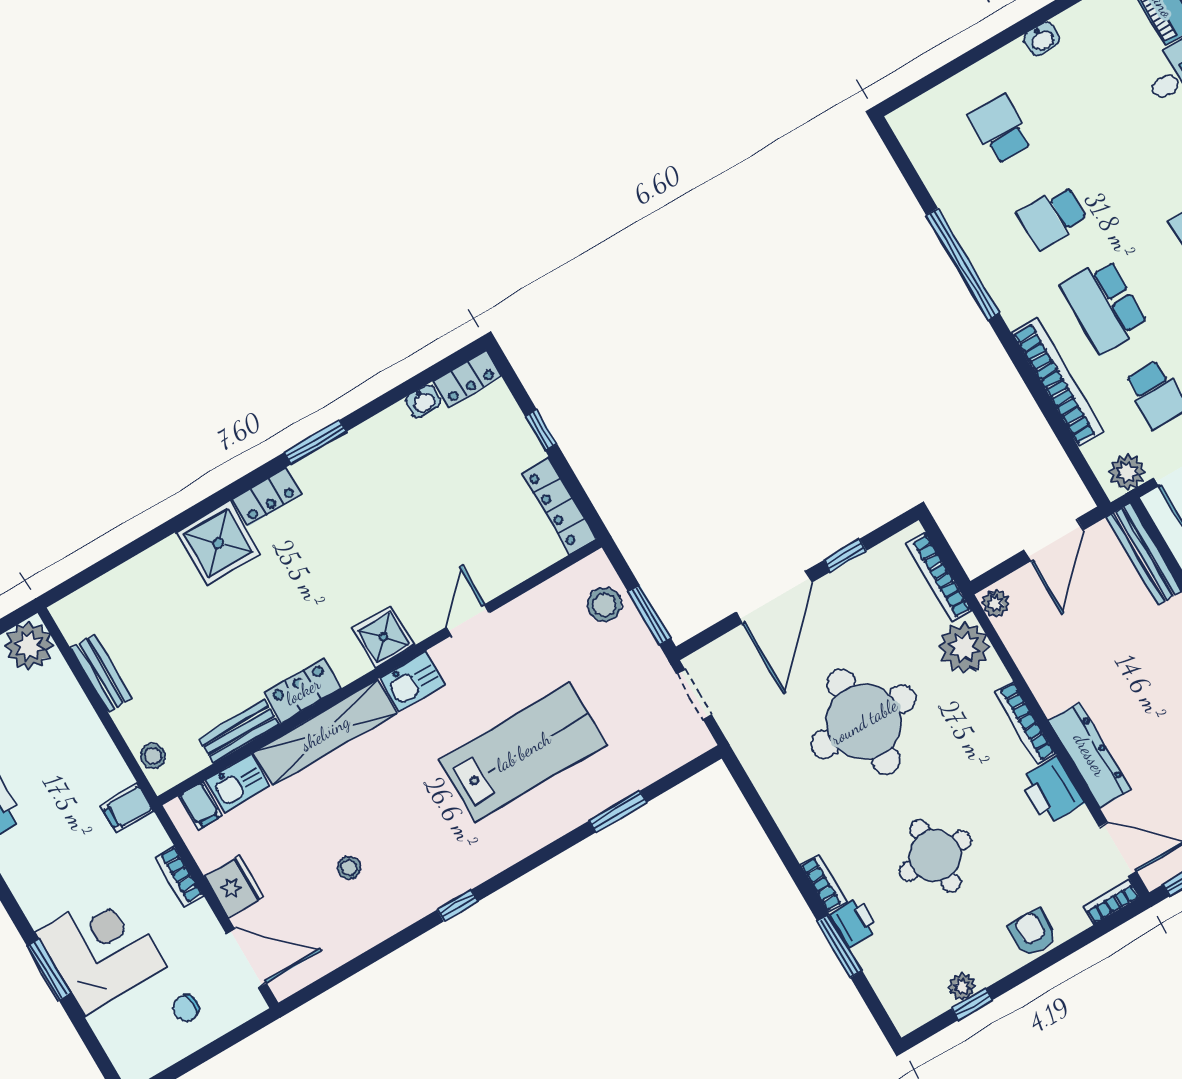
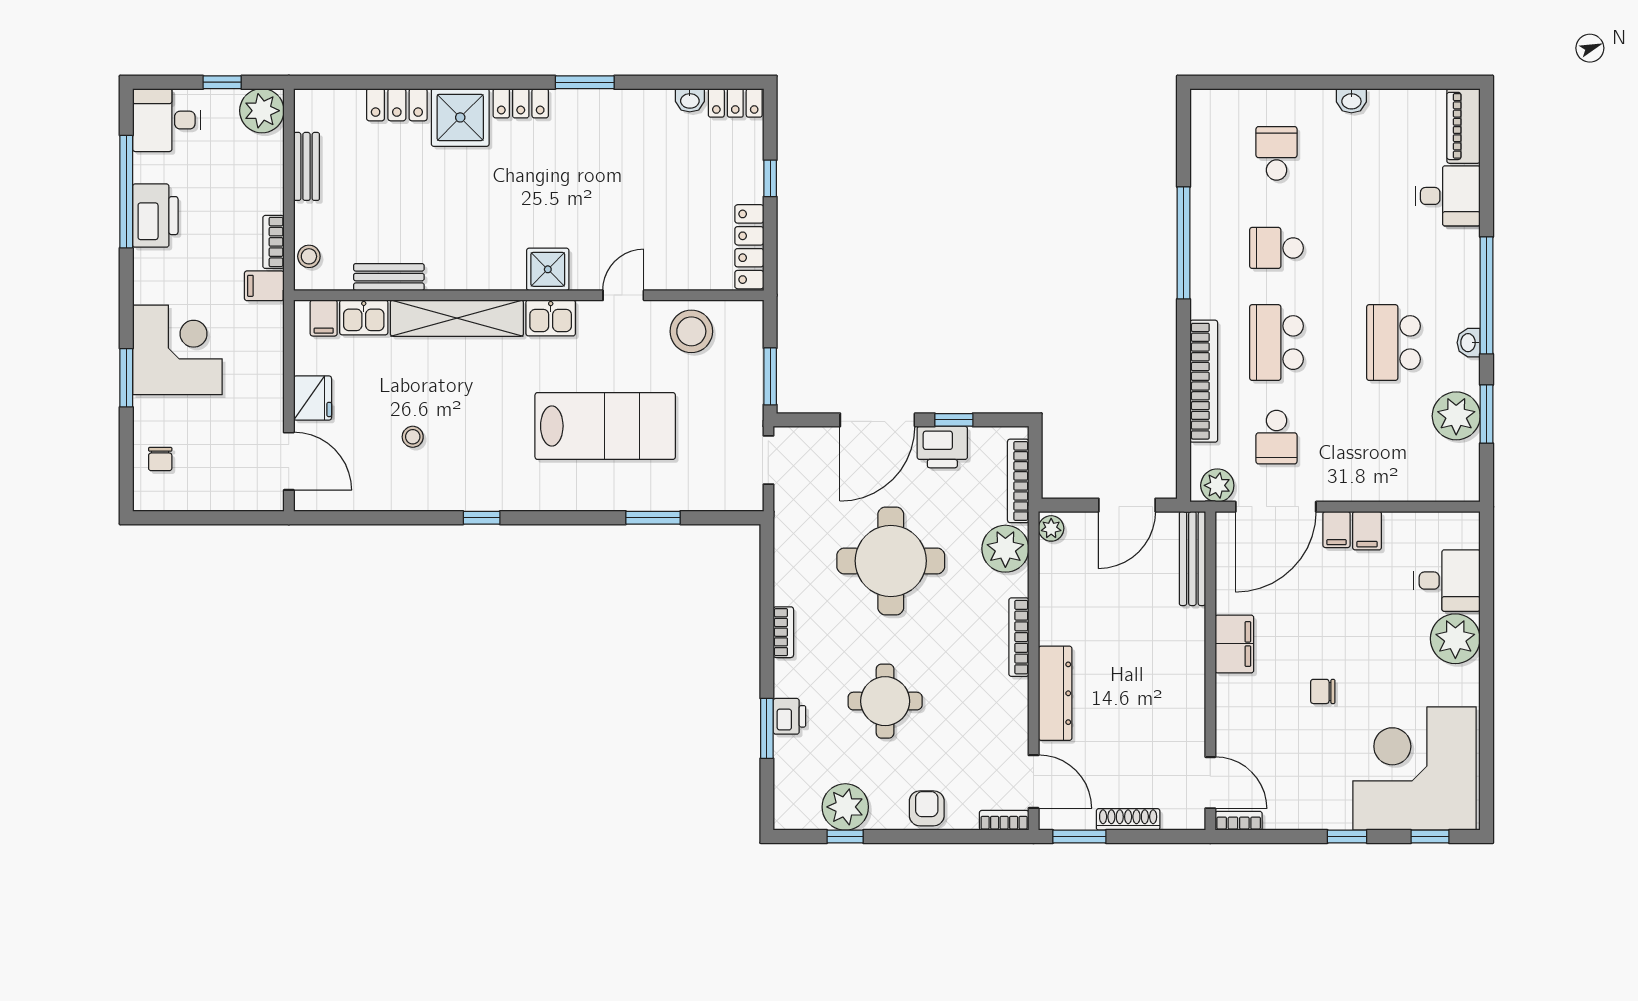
stool: (604, 605) -> (691, 331), moved, width x1.38, depth x1.38
locker: (303, 691) -> (397, 105), moved, turned 180
printer: (1052, 791) -> (942, 447), moved, turned -90
bookcase: (179, 876) -> (273, 242), moved
bookcase: (823, 883) -> (783, 632), moved
corner desk: (101, 949) -> (177, 350), moved
plant: (962, 987) -> (845, 807), width x1.88, depth x1.88
chair: (186, 1008) -> (160, 459), moved, turned -87

